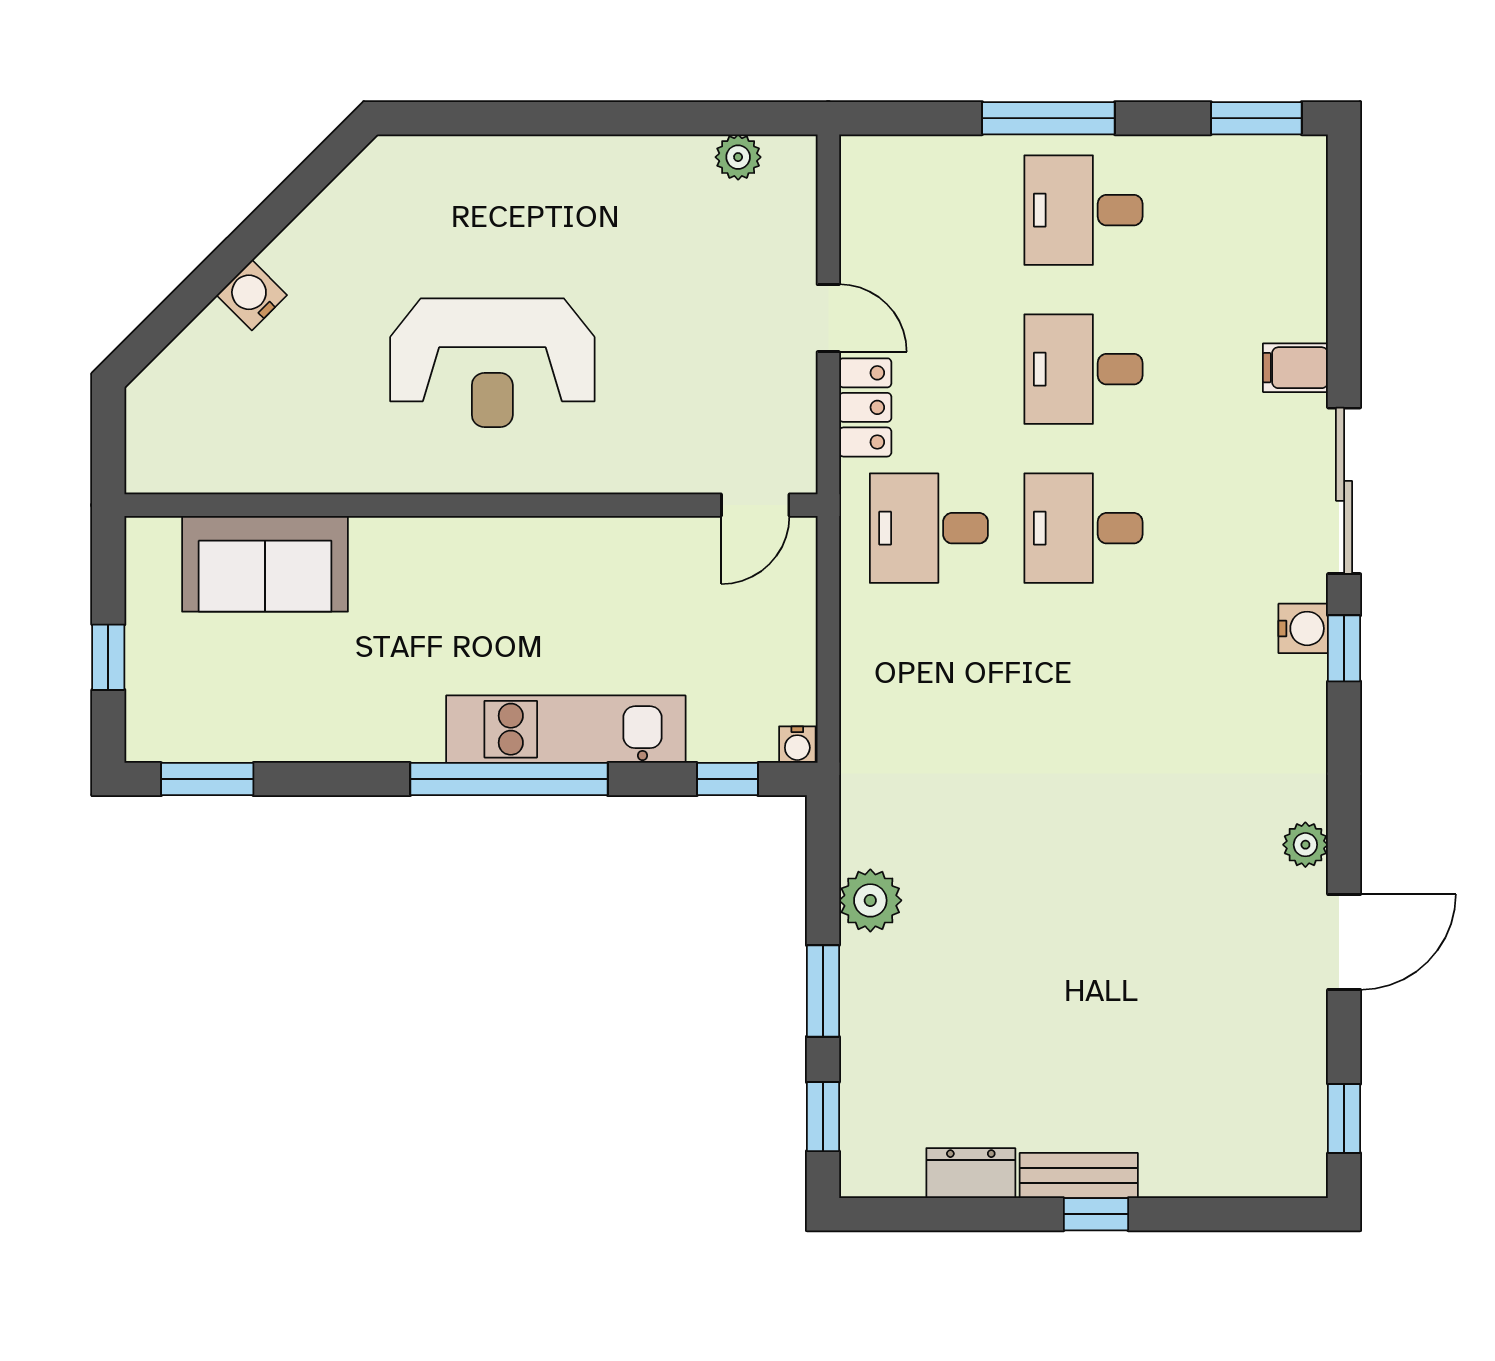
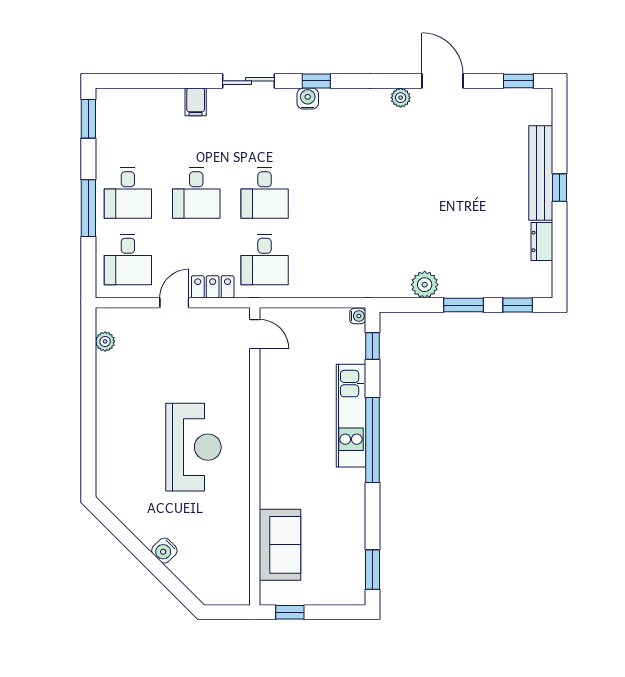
desk: (929, 210) -> (128, 259), added
sliding door: (1344, 491) -> (249, 81), width x0.73
window: (108, 657) -> (290, 612), moved
bench: (1079, 1176) -> (541, 173), width x1.86, depth x1.21

